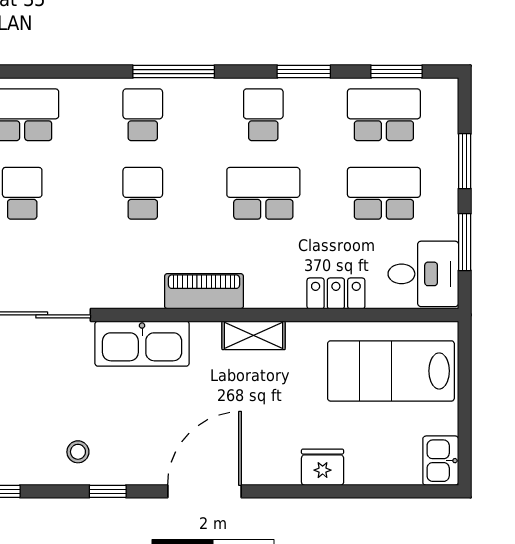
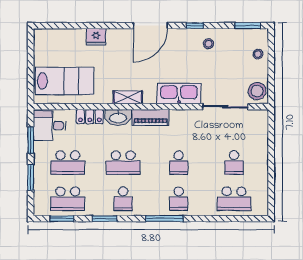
washbasin: (274, 291) -> (118, 117), added
kitchen sink: (441, 461) -> (42, 40), removed

